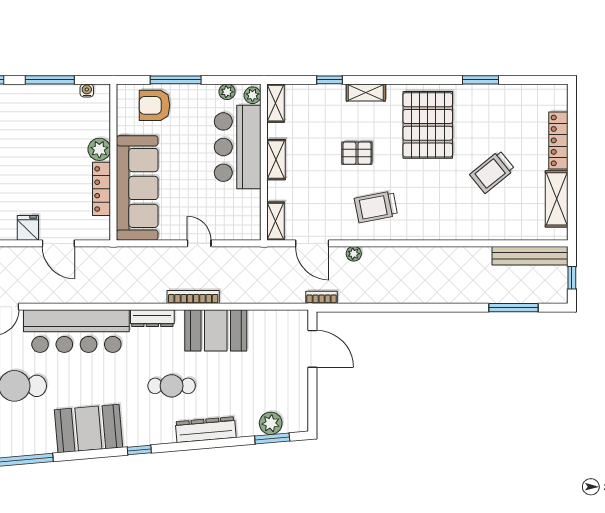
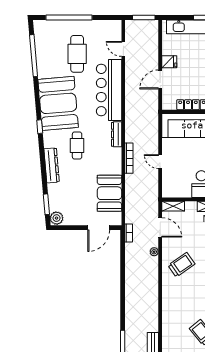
trolley: (376, 207) -> (181, 265), turned 66
door: (199, 243) -> (160, 162), swing flipped
door: (312, 243) -> (160, 227), swing flipped
booth: (216, 330) -> (109, 193), moved
plant: (271, 423) -> (57, 218), moved
booth: (88, 429) -> (58, 103), width x1.36, depth x1.42

